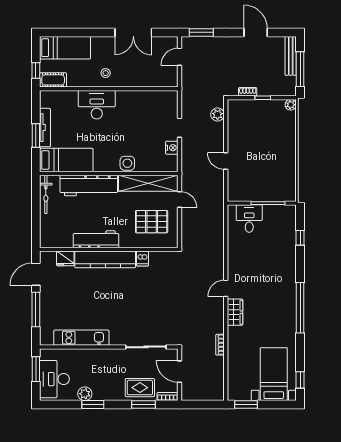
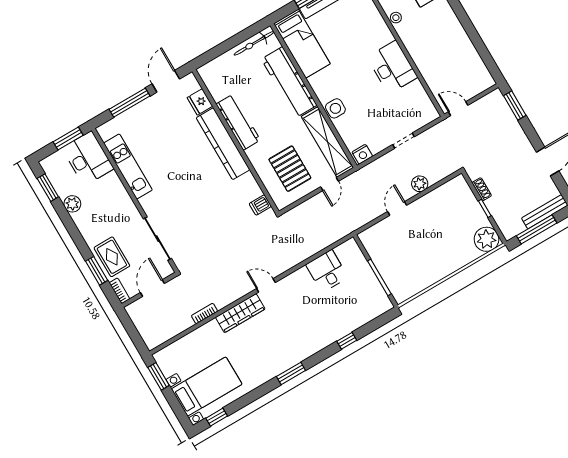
double door: (133, 32) -> (474, 36), removed
door: (180, 57) -> (458, 109), moved
stool: (106, 73) -> (396, 18), moved
desk: (97, 105) -> (392, 67), moved
plant: (291, 105) -> (487, 239), width x1.87, depth x1.87
plant: (218, 115) -> (420, 184), moved
nightstand: (172, 148) -> (362, 154), moved
desk: (249, 218) -> (327, 271), moved, turned -90
window: (300, 238) -> (347, 341), moved
dishwasher: (142, 258) -> (260, 205), moved
door: (36, 274) -> (166, 81), hinge flipped
window: (300, 308) -> (291, 374), width x0.47
wardrobe: (235, 312) -> (240, 313), width x1.50
desk: (54, 379) -> (88, 158), moved, turned 90
window: (93, 405) -> (48, 188), moved

